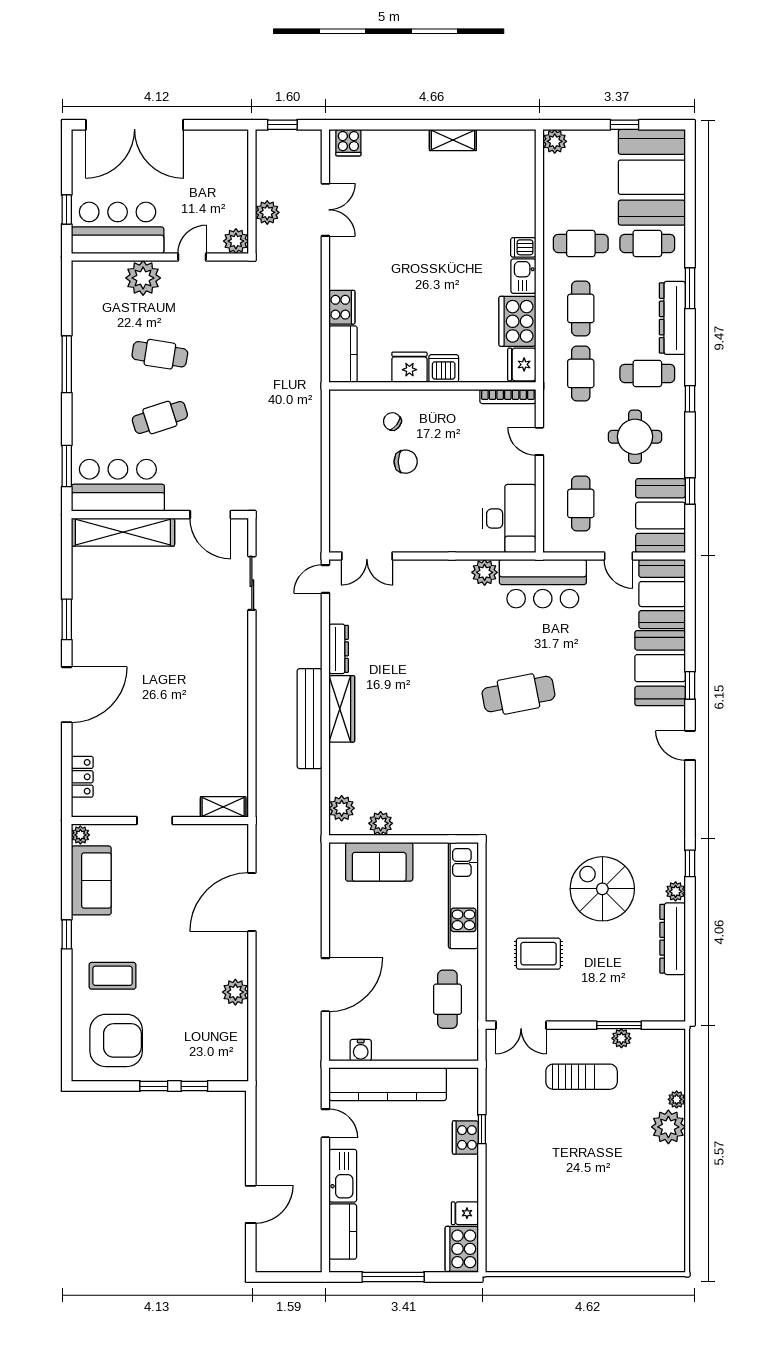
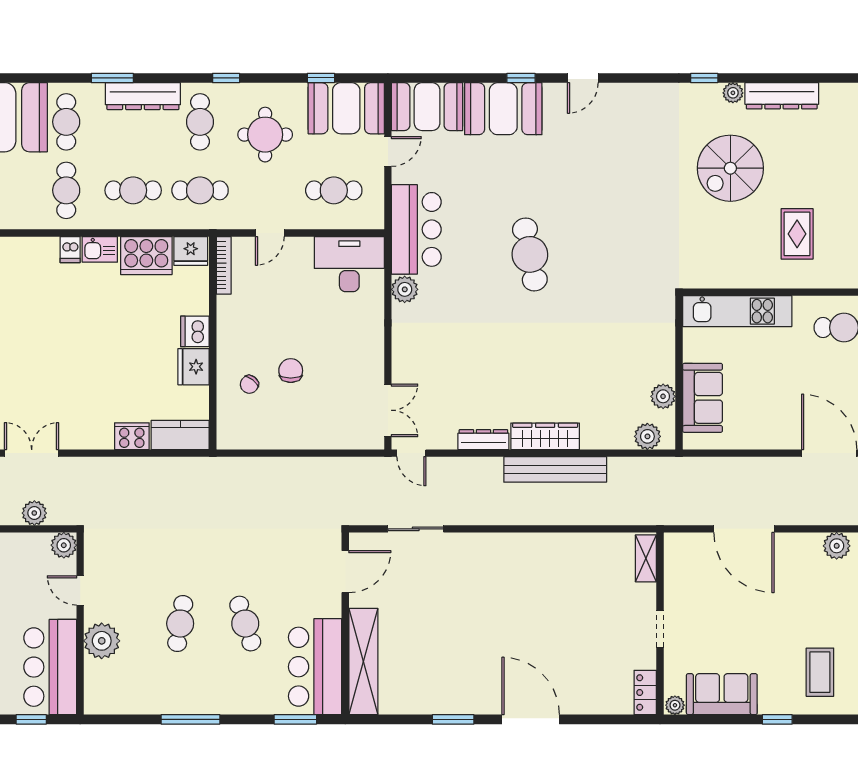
locker: (82, 777) -> (645, 693), moved, turned -90

